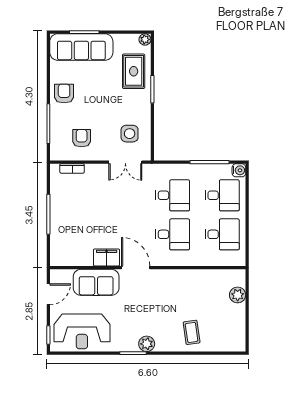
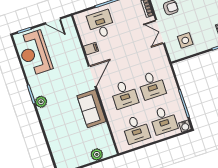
double door: (125, 162) -> (160, 32), moved
desk: (73, 234) -> (101, 24), added
filing cabinet: (107, 257) -> (91, 49), width x0.50
sofa: (96, 282) -> (91, 109), moved
coffee table: (192, 332) -> (60, 131), removed

